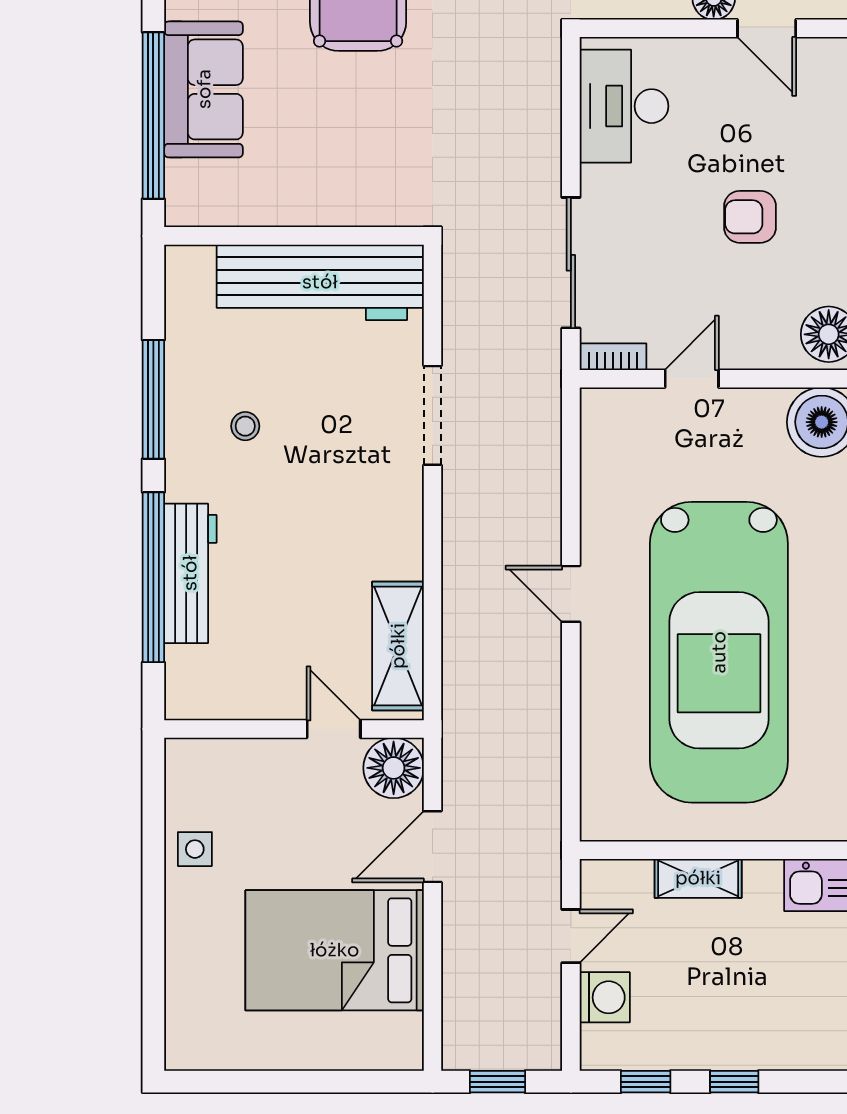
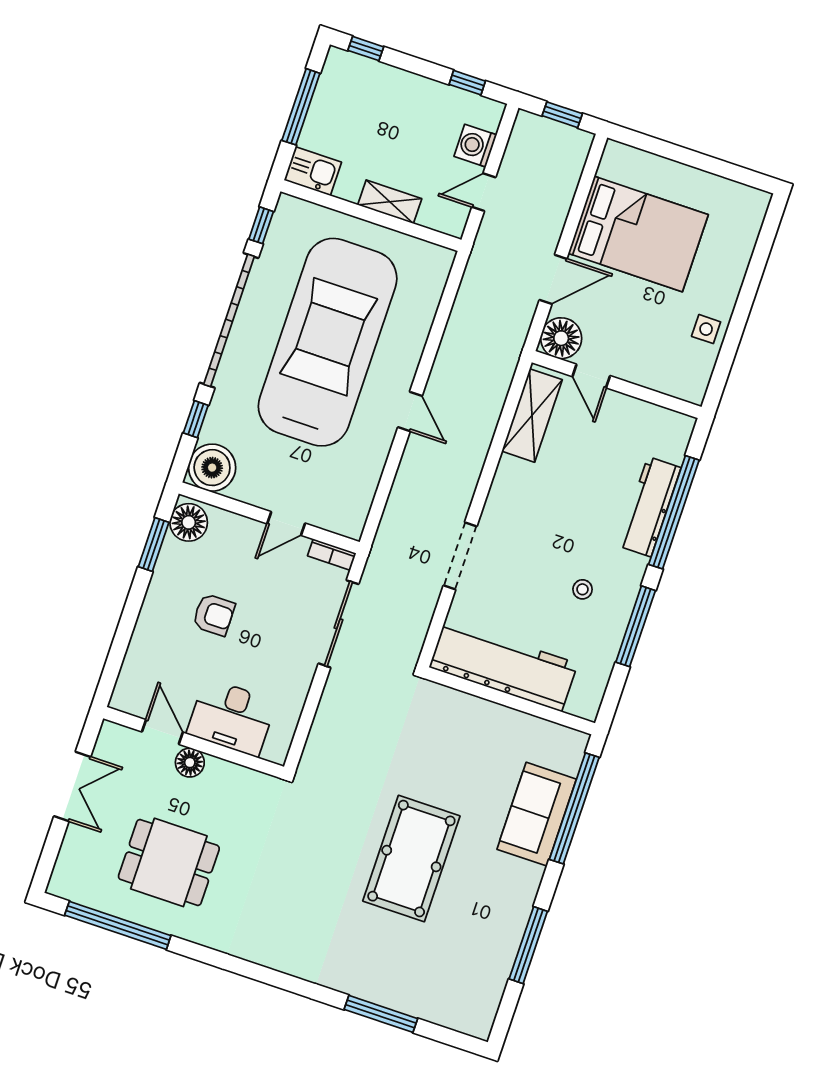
desk: (624, 106) -> (232, 717), moved, turned 90
window: (734, 1082) -> (366, 49), moved

